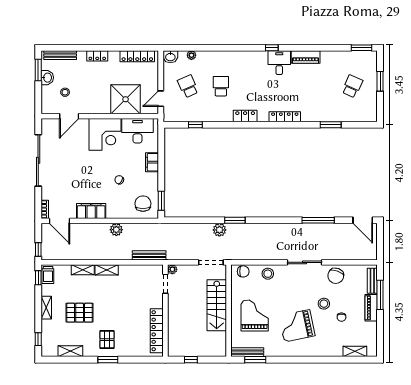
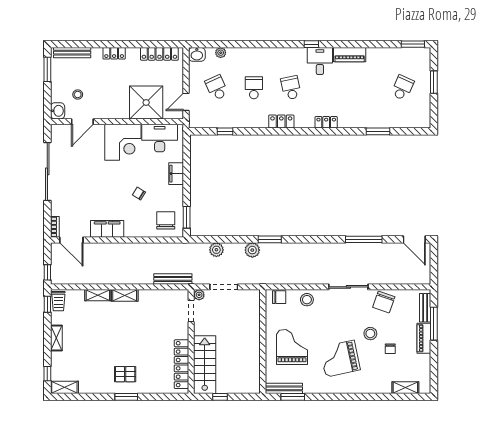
washbasin: (47, 78) -> (58, 111), moved
school desk: (254, 86) -> (291, 88), added
locker: (285, 117) -> (326, 122), width x0.66
plant: (116, 230) -> (216, 250), moved
doorway: (211, 262) -> (224, 287), moved
stairs: (217, 305) -> (205, 365), moved, turned 180
pallet: (80, 313) -> (94, 344), removed
pallet: (107, 340) -> (125, 374), turned 90
shelving: (70, 351) -> (64, 387), moved

